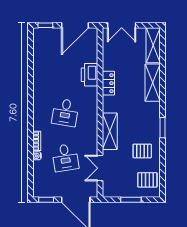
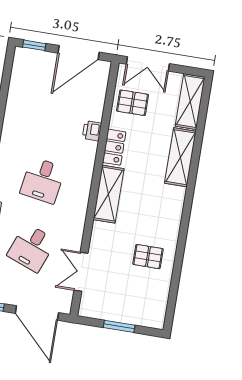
printer: (89, 75) -> (92, 131), width x0.53, depth x0.68
window: (163, 128) -> (184, 227), removed
shelving: (110, 131) -> (109, 194), moved
desk: (65, 158) -> (32, 248), turned 30
pallet: (147, 180) -> (133, 103), moved

